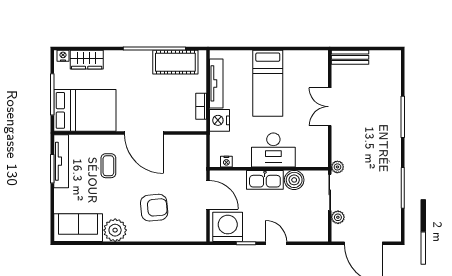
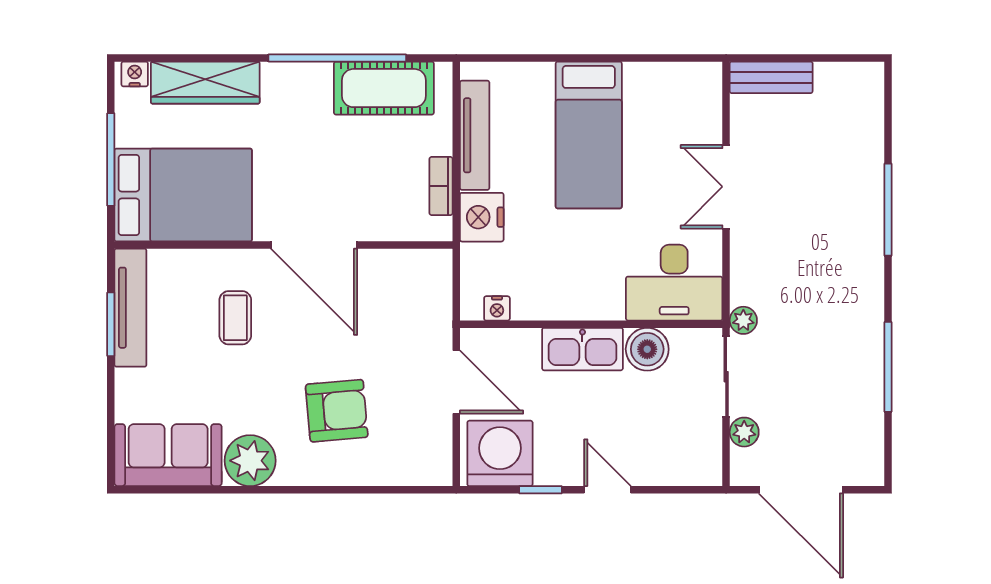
wardrobe: (87, 60) -> (205, 83), width x1.50
desk: (273, 150) -> (674, 283), moved

